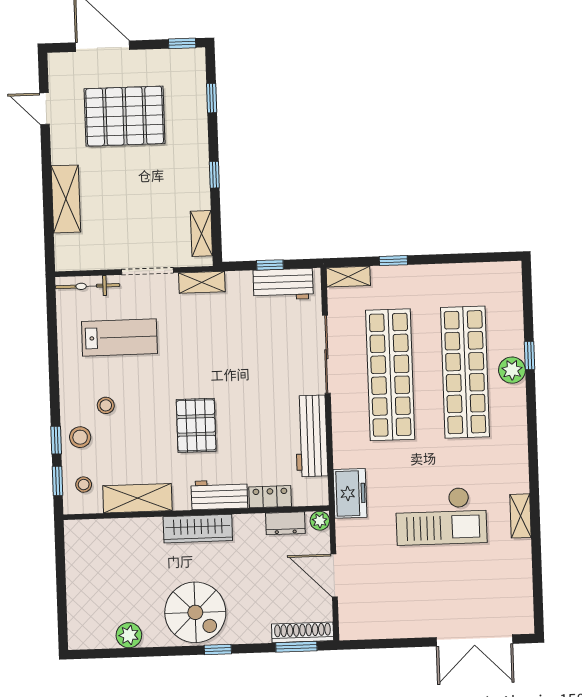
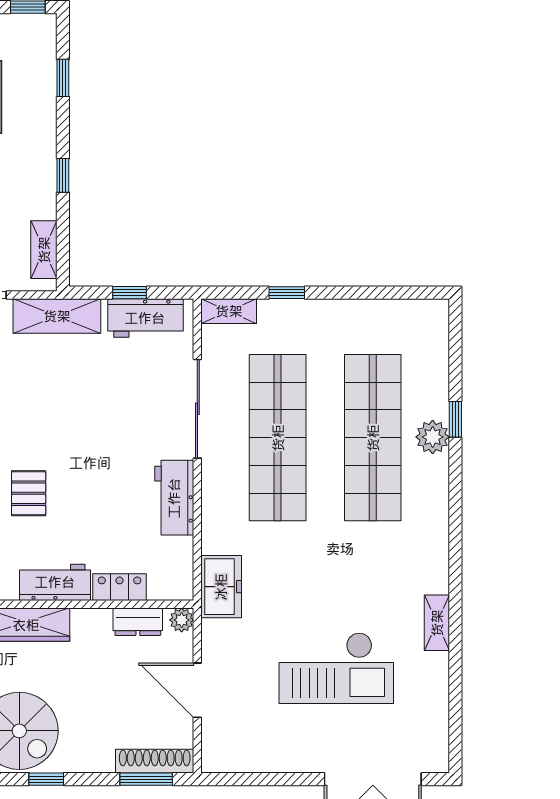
shelving: (202, 282) -> (57, 316), width x1.50, depth x1.33
pallet: (196, 425) -> (29, 493), width x0.67, depth x0.71
workbench: (311, 436) -> (174, 498), width x0.73
checkout: (441, 516) -> (336, 668), moved

